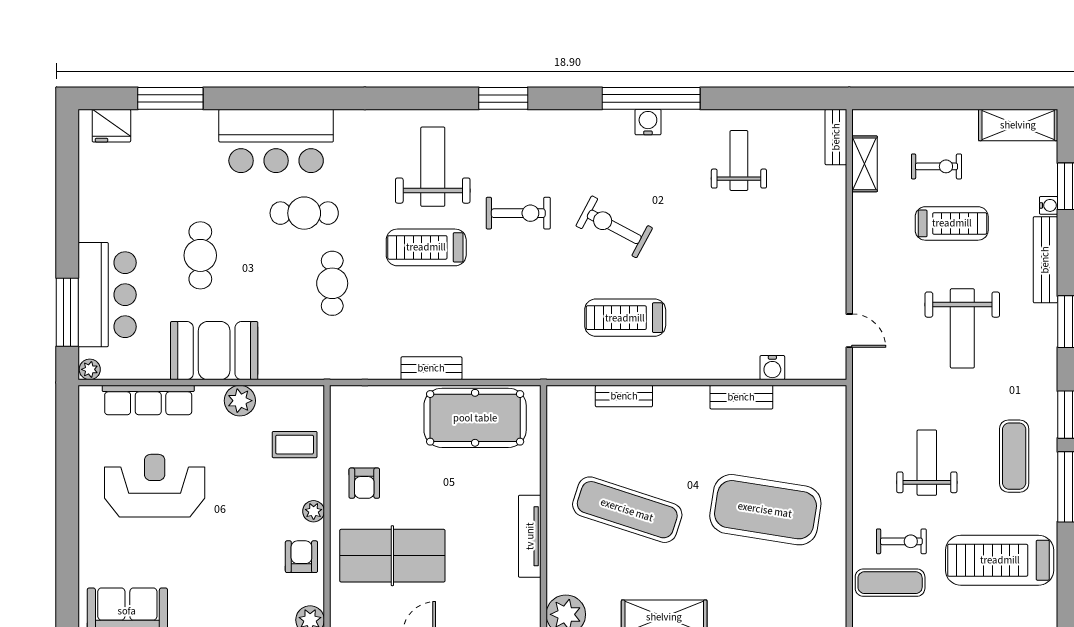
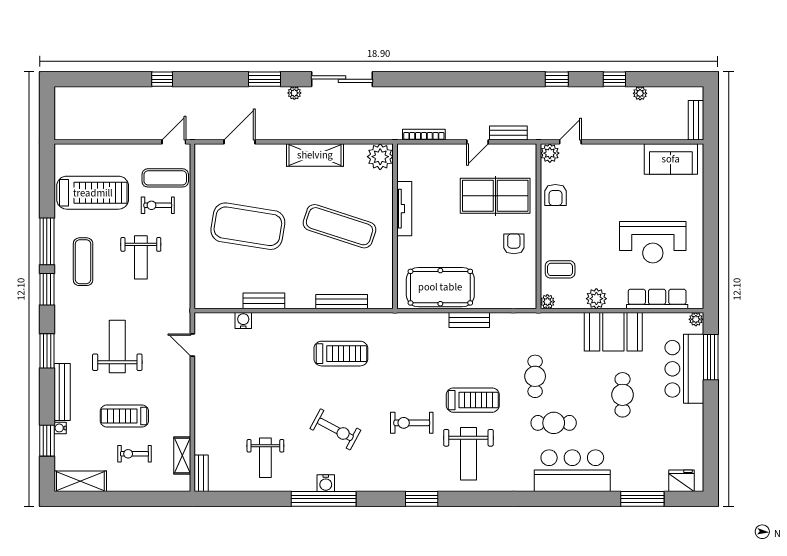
exercise bike: (614, 227) -> (335, 429), moved
bench: (624, 396) -> (342, 302), width x1.36
plant: (314, 511) -> (547, 302), moved

